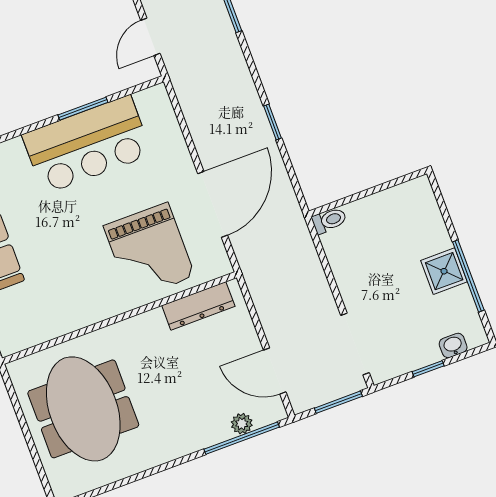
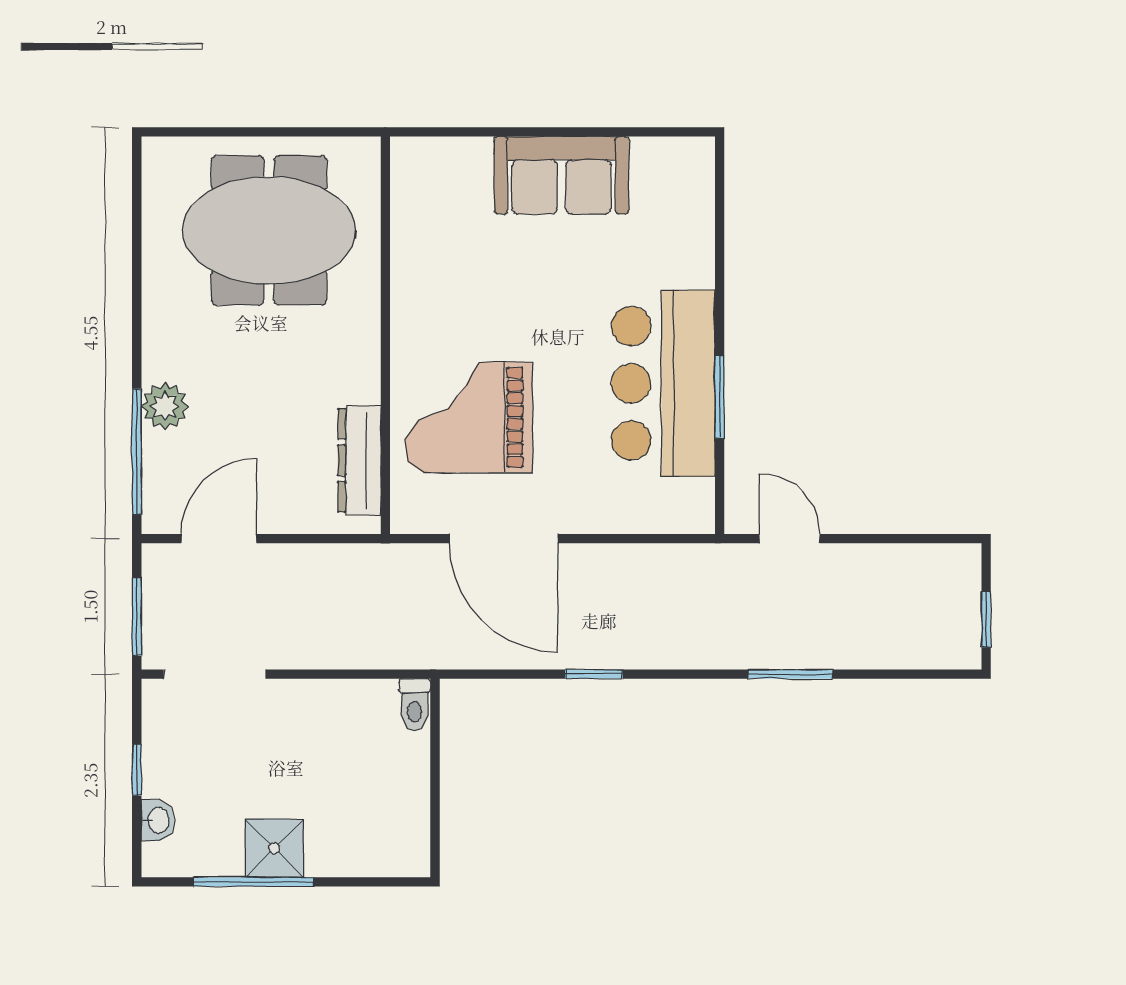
plant: (242, 424) -> (165, 406), moved, width x1.38, depth x1.38

